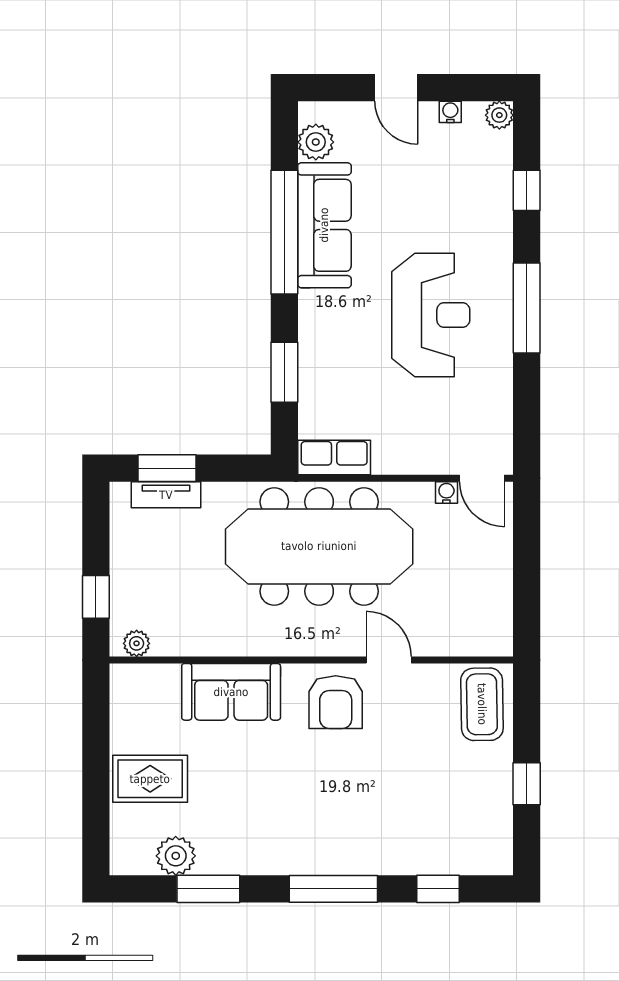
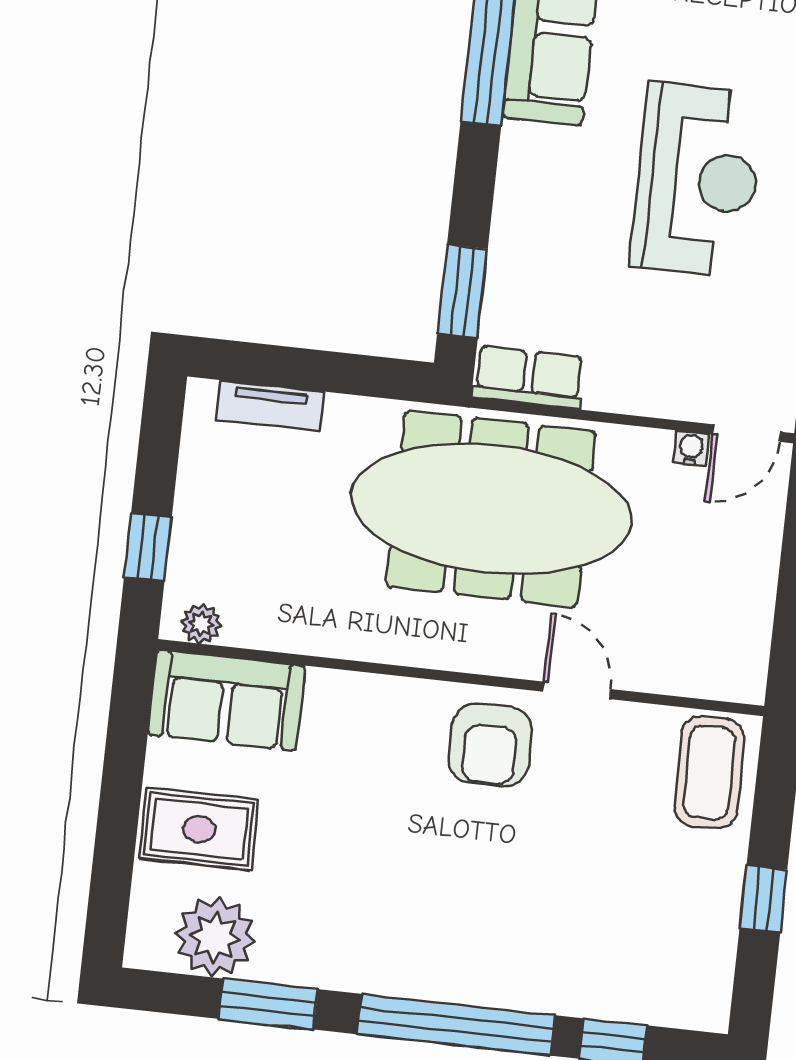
window: (284, 372) -> (462, 291), moved
window: (167, 468) -> (276, 366), removed
door: (482, 478) -> (747, 433), hinge flipped
sofa: (231, 692) -> (226, 700), moved
plant: (176, 856) -> (215, 937), width x1.36, depth x1.36
window: (333, 889) -> (456, 1025), width x1.46

